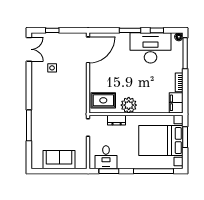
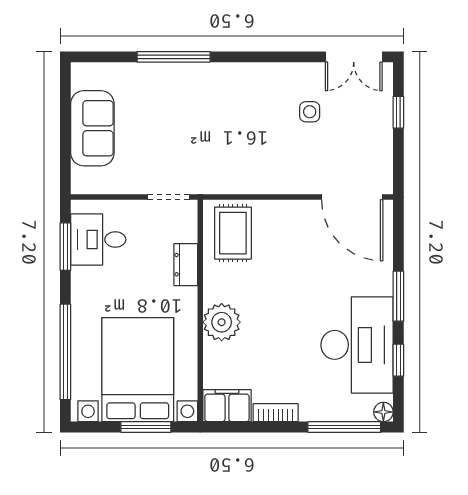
plant: (129, 105) -> (222, 322), moved

